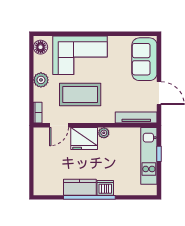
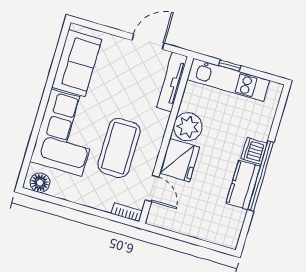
sofa: (144, 59) -> (77, 63), moved, turned -90
plant: (41, 80) -> (84, 195), removed
plant: (104, 133) -> (188, 127), width x1.88, depth x1.88

